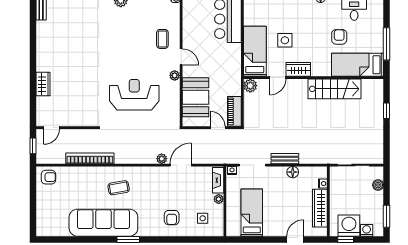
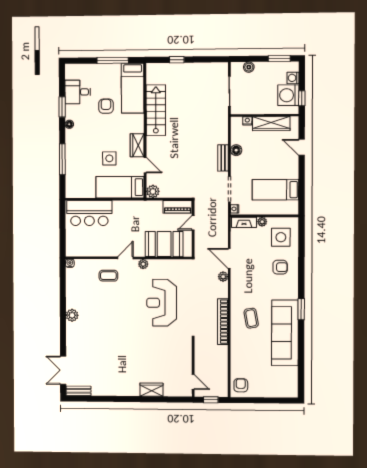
armchair: (339, 37) -> (106, 106), turned 90
bookcase: (90, 158) -> (223, 322), moved
side table: (203, 218) -> (281, 237), width x1.87, depth x1.87

